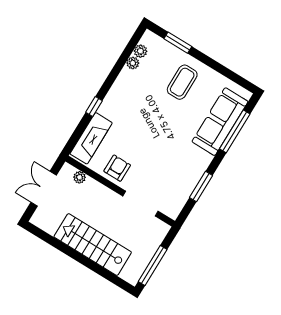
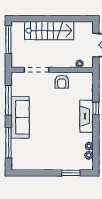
coffee table: (182, 82) -> (55, 152), removed
sofa: (220, 122) -> (20, 117), moved
fireplace: (91, 138) -> (86, 116), moved
window: (201, 187) -> (8, 100), width x1.44

